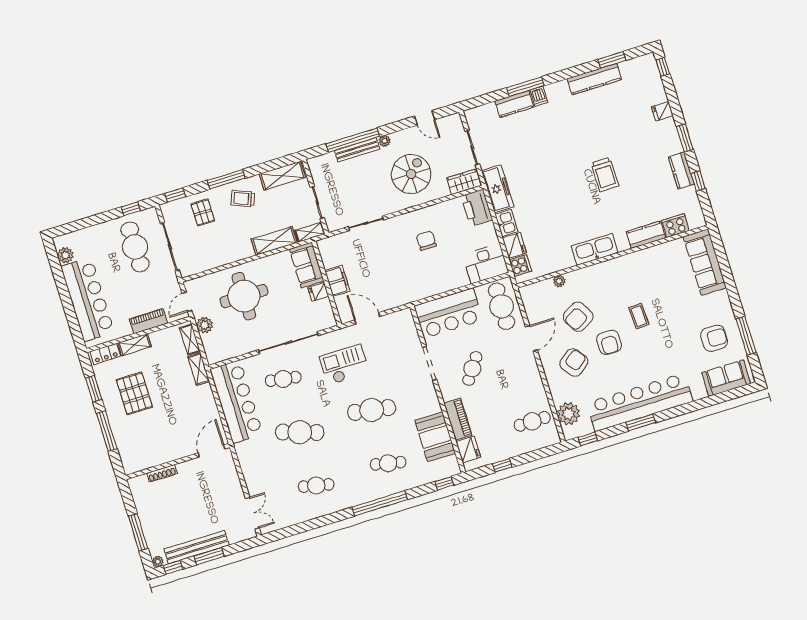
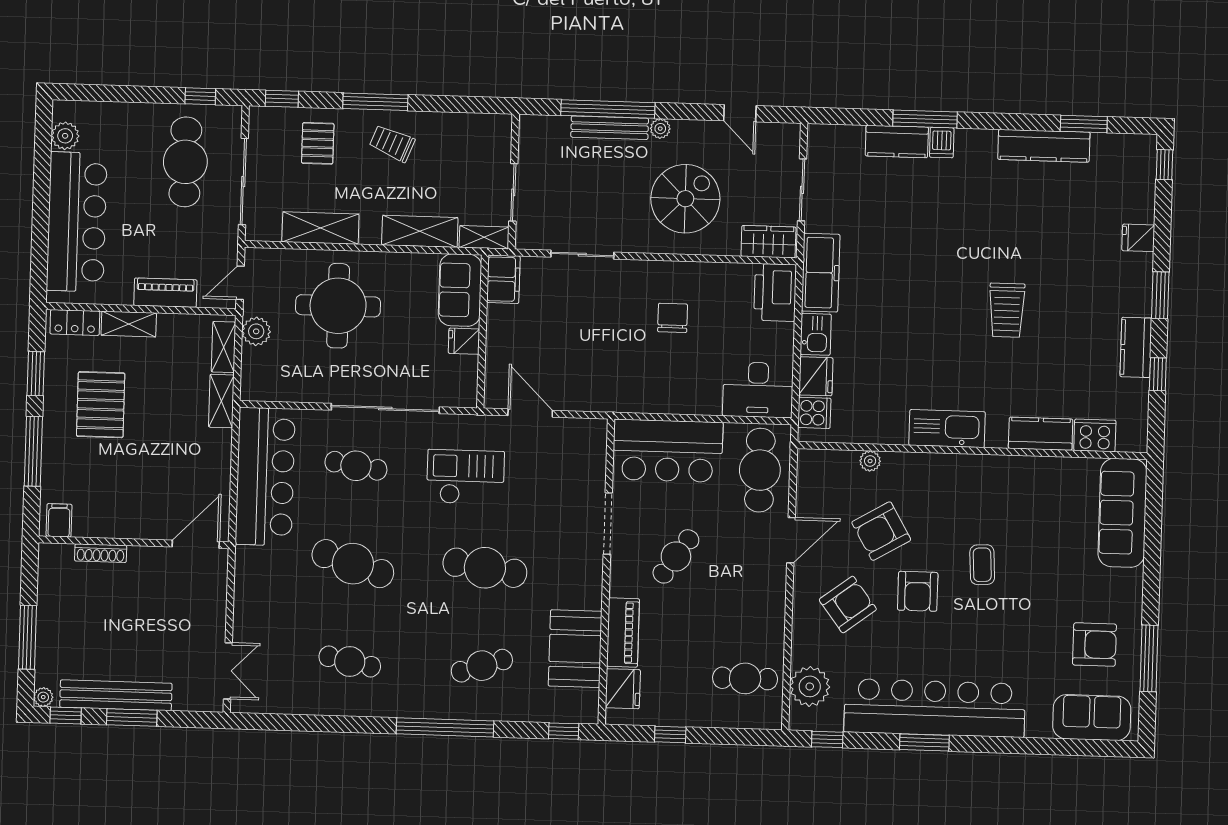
shelving: (282, 176) -> (320, 228), moved
filing cabinet: (337, 281) -> (503, 279), moved
filing cabinet: (133, 463) -> (59, 520), added
cafe table: (388, 463) -> (482, 666), turned -30

